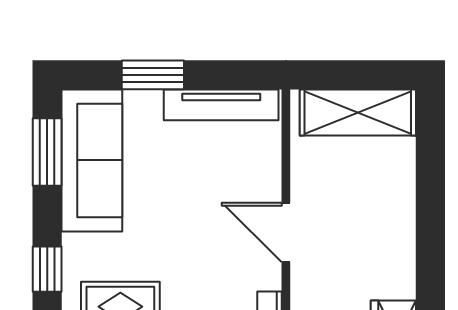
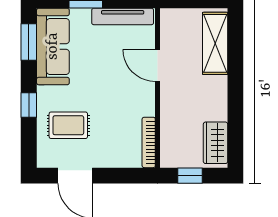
shelving: (358, 112) -> (215, 43), moved, turned 90
door: (286, 232) -> (158, 66), moved

